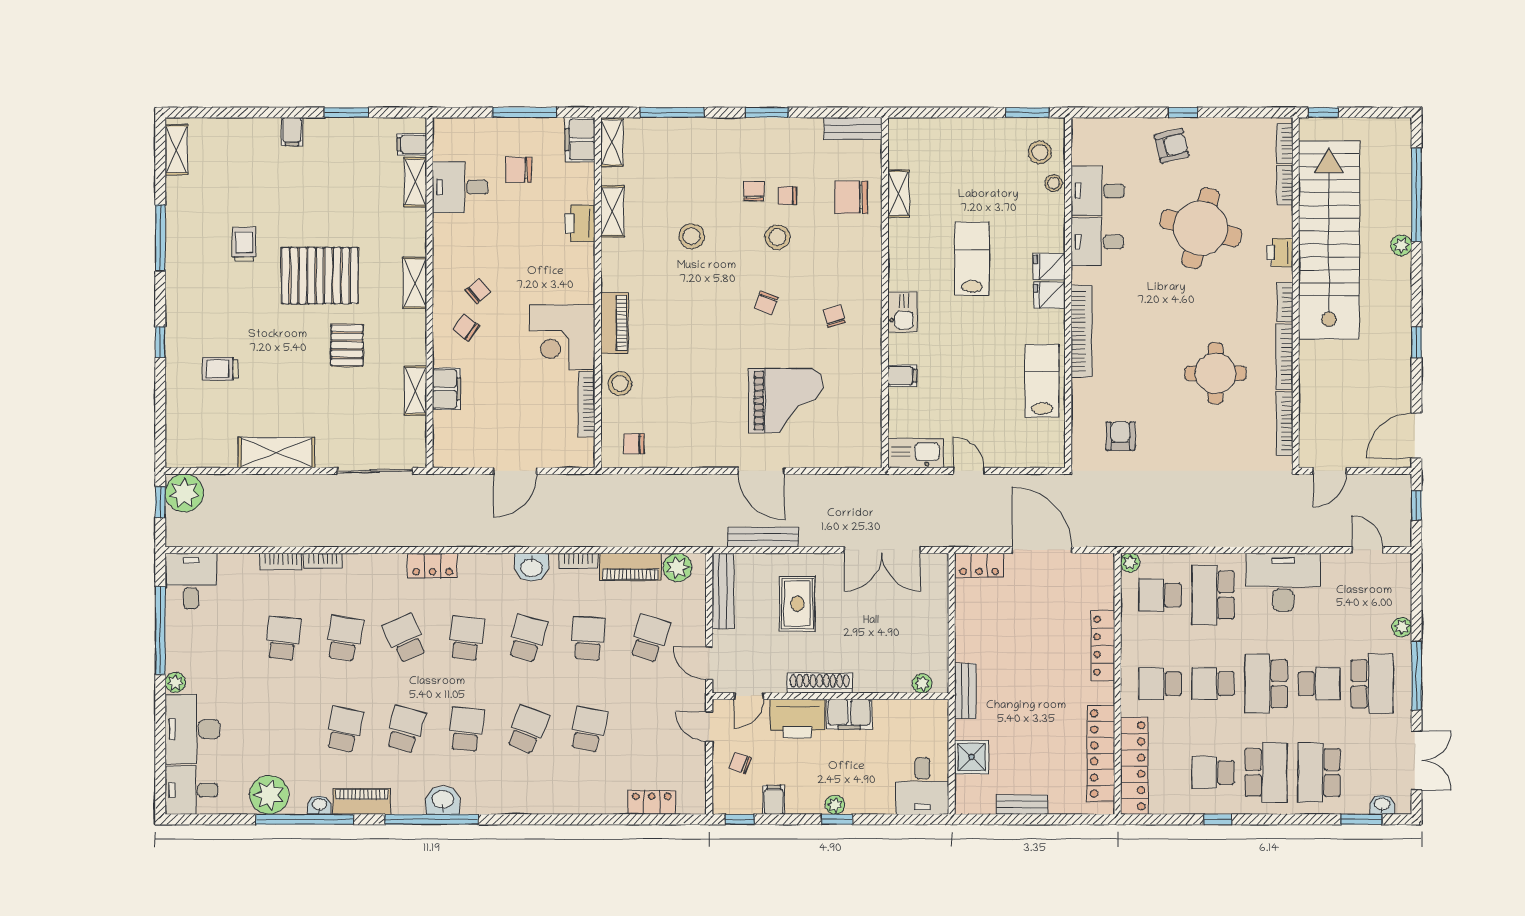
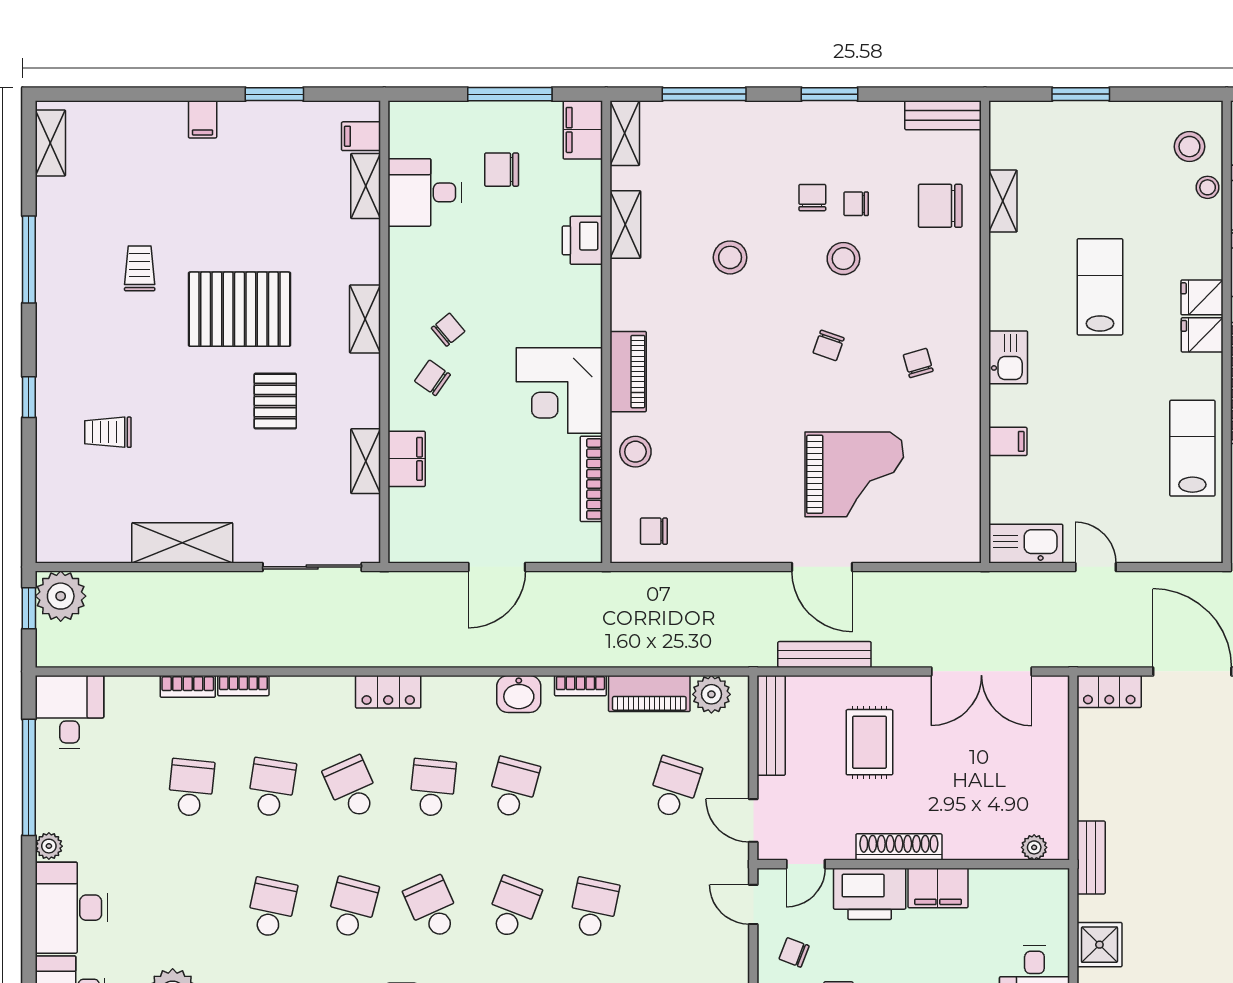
window: (1027, 113) -> (1081, 94), moved
school desk: (588, 638) -> (594, 788), removed
school desk: (466, 729) -> (433, 908), turned -30

